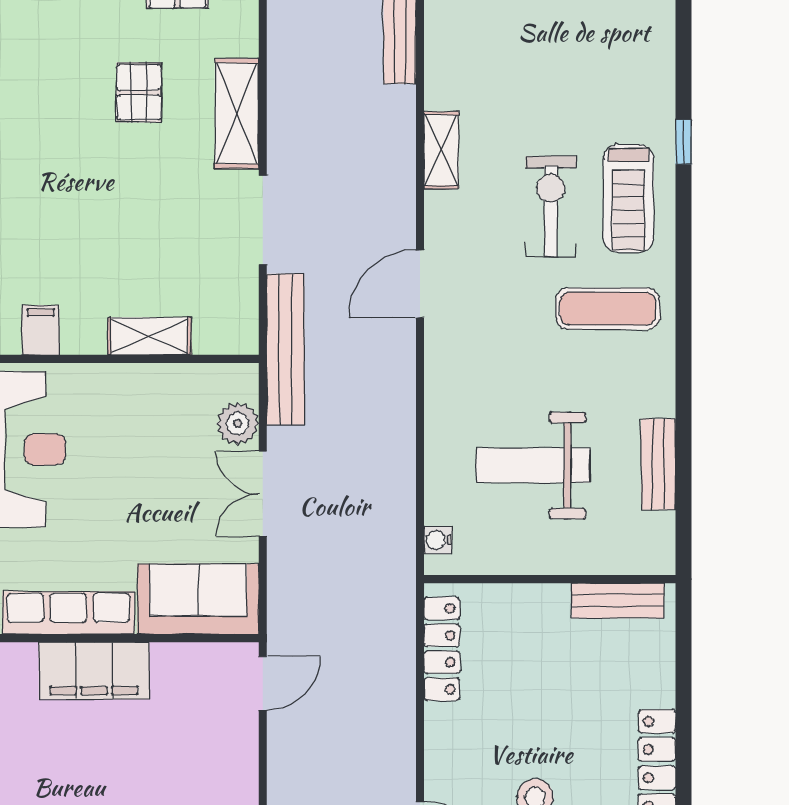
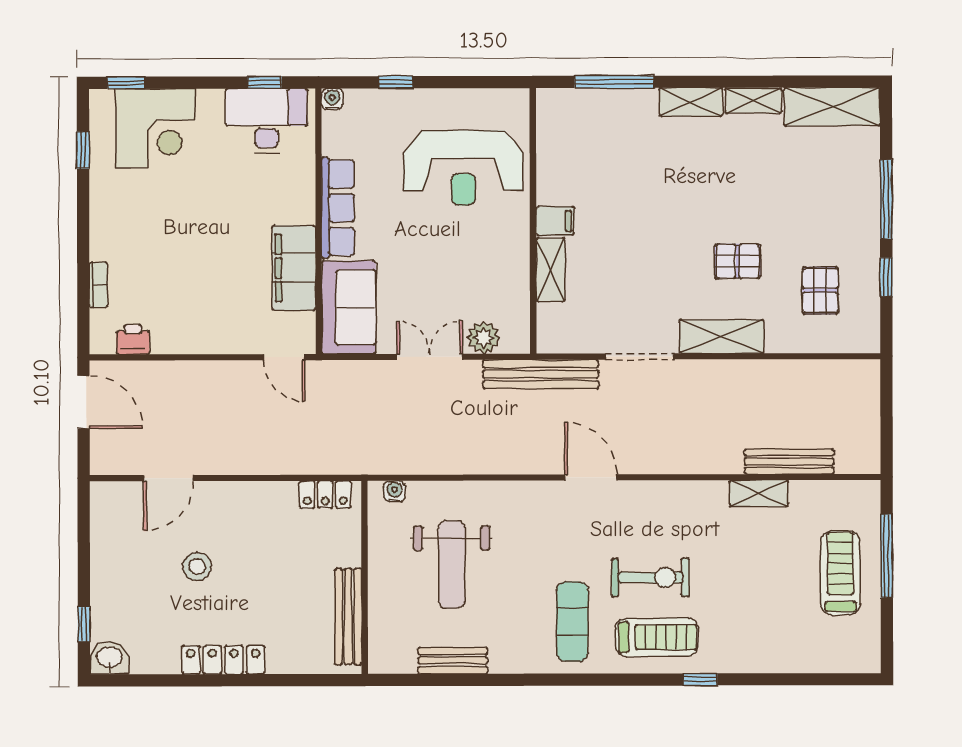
shelving: (441, 150) -> (759, 493), moved
treadmill: (629, 198) -> (657, 637), turned 180
filing cabinet: (41, 330) -> (555, 221), moved
weight bench: (533, 466) -> (452, 565), turned 180
bench: (618, 601) -> (348, 617), width x1.36
locker: (442, 649) -> (325, 495), width x0.66
filing cabinet: (94, 671) -> (294, 268), moved

